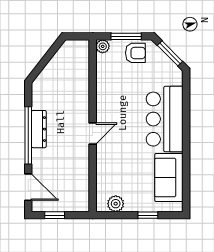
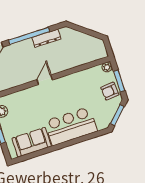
armchair: (135, 53) -> (110, 91), turned 85
dresser: (39, 129) -> (46, 38), moved
door: (93, 133) -> (45, 80), swing flipped

